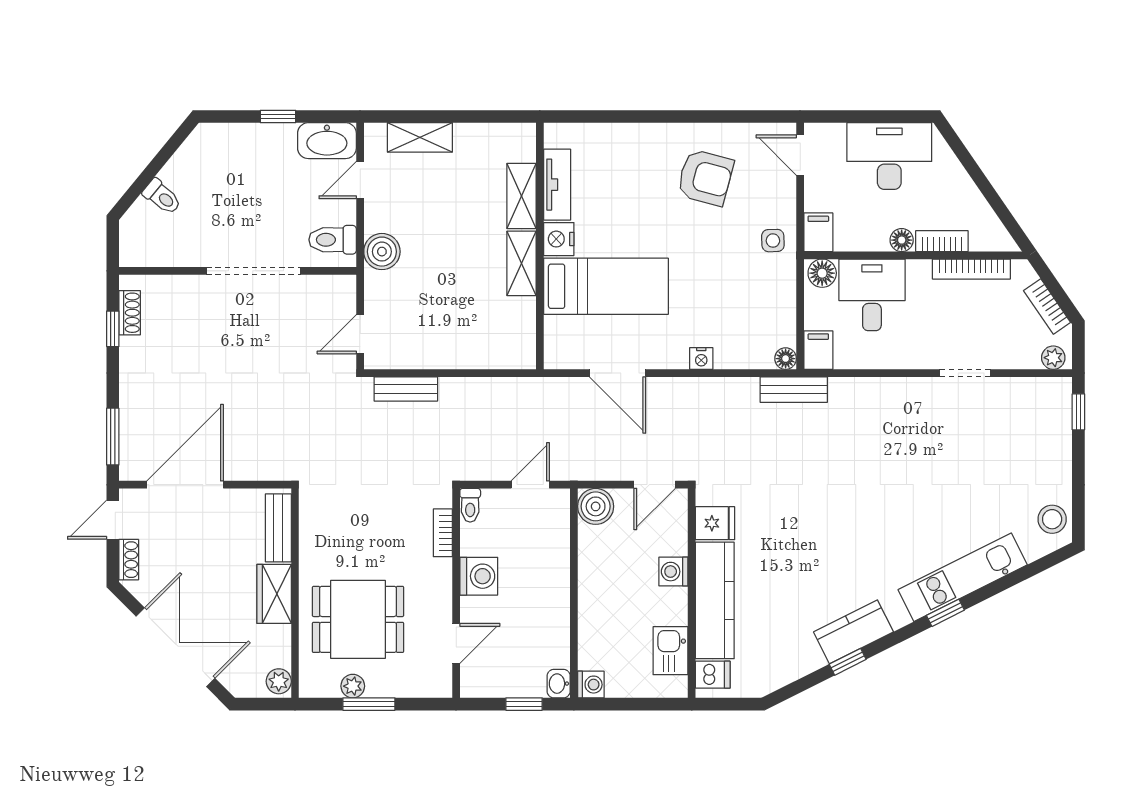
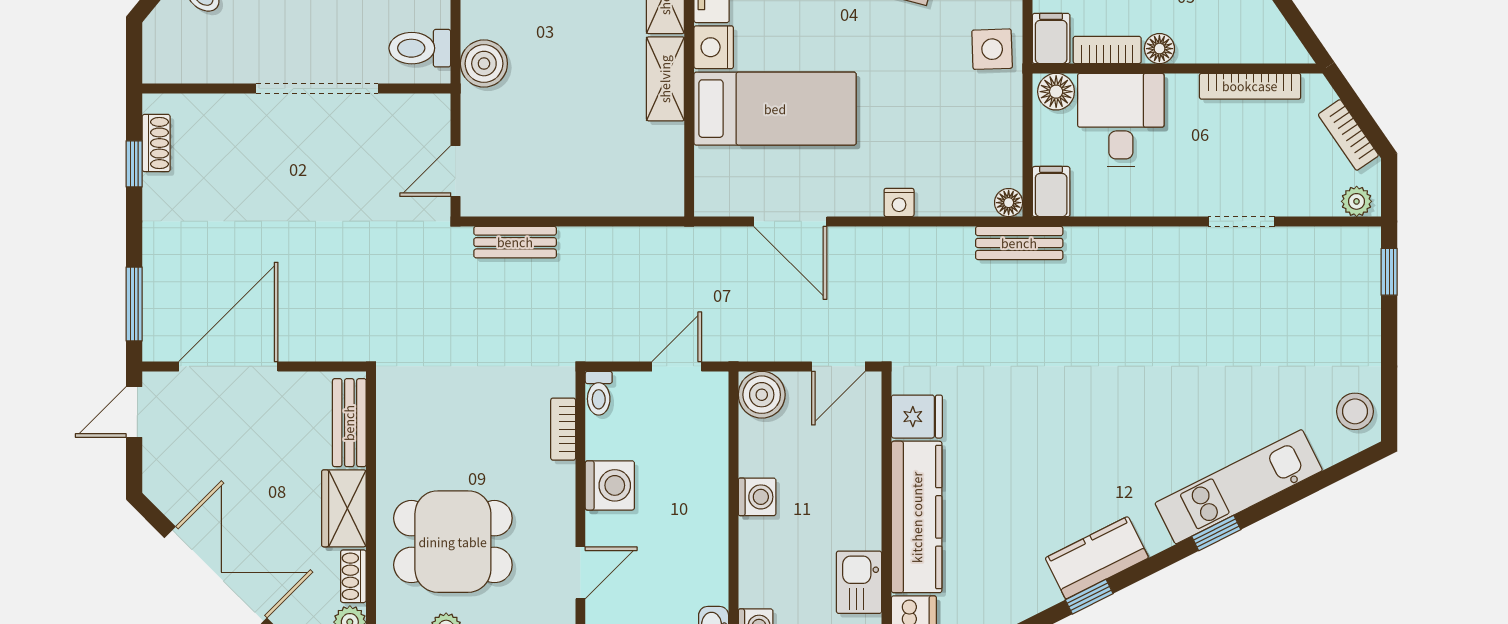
side table: (773, 241) -> (992, 49), width x1.37, depth x1.37
bookcase: (942, 241) -> (1107, 50), moved
shoe rack: (129, 560) -> (353, 576), moved, turned 180
washing machine: (673, 572) -> (757, 497), moved, turned 180

